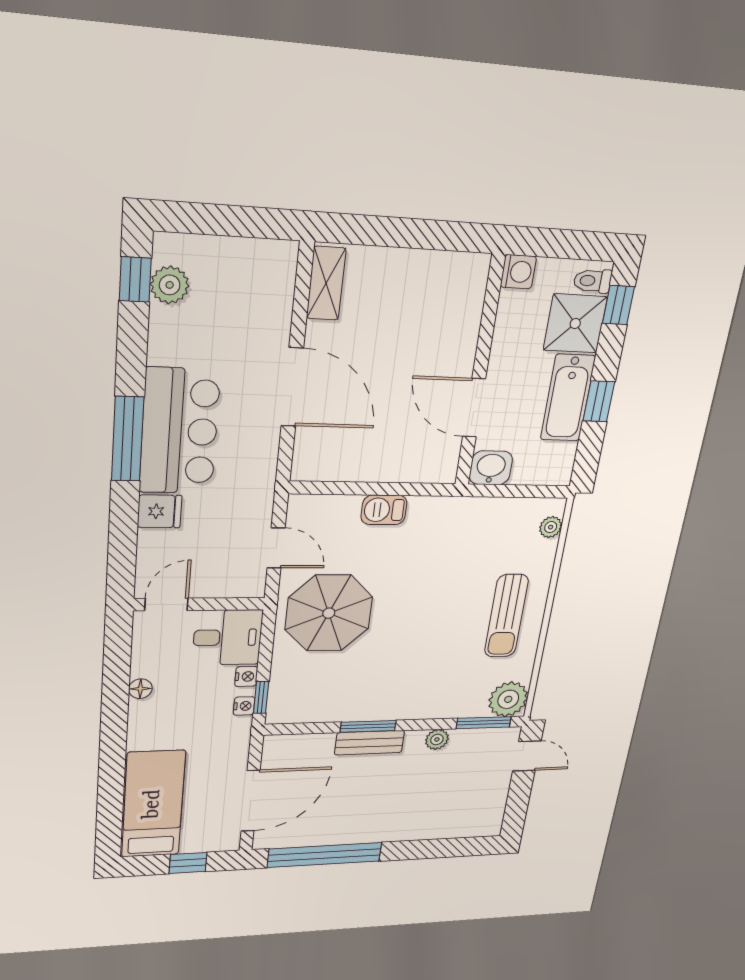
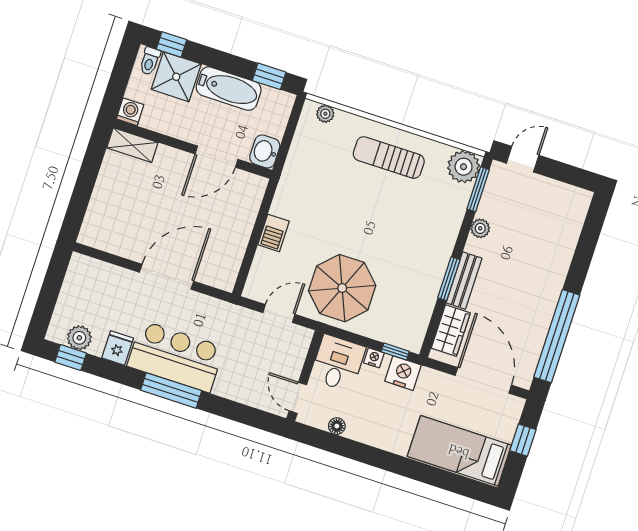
shelving: (326, 283) -> (132, 145), moved
window: (599, 401) -> (269, 76), moved
fridge: (160, 511) -> (118, 348), moved
sun lounger: (506, 616) -> (389, 158), turned 180
floor lamp: (140, 689) -> (337, 426), moved
nightstand: (244, 706) -> (403, 373), width x1.89, depth x1.79
wardrobe: (304, 748) -> (451, 331), added

